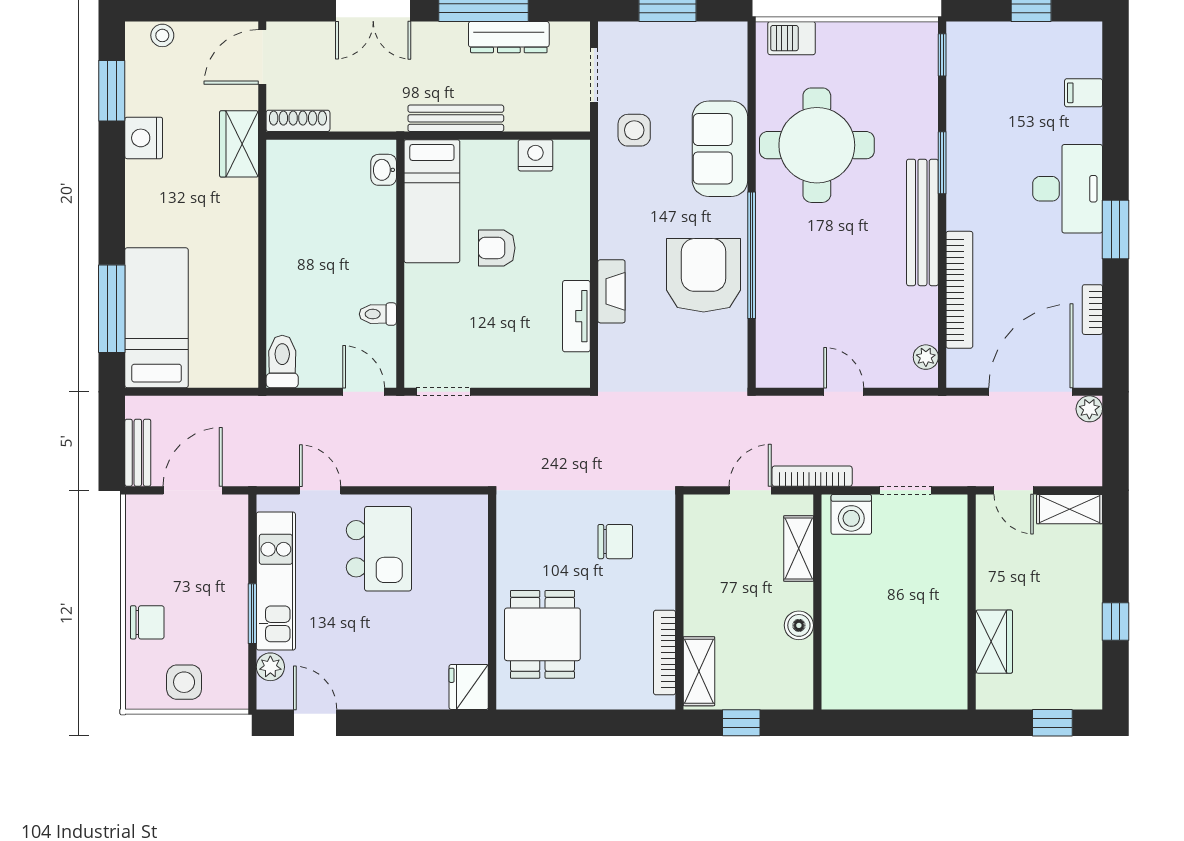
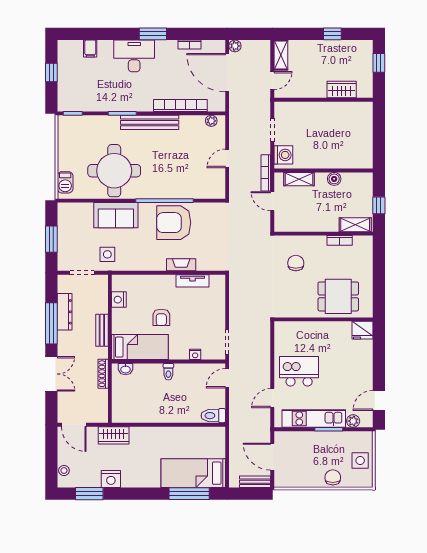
bench: (456, 118) -> (102, 330), width x0.73
shoe rack: (298, 121) -> (103, 374), moved
toilet: (378, 314) -> (168, 372), moved
nightstand: (416, 322) -> (195, 354), added
bookcase: (665, 653) -> (340, 240), width x0.64

